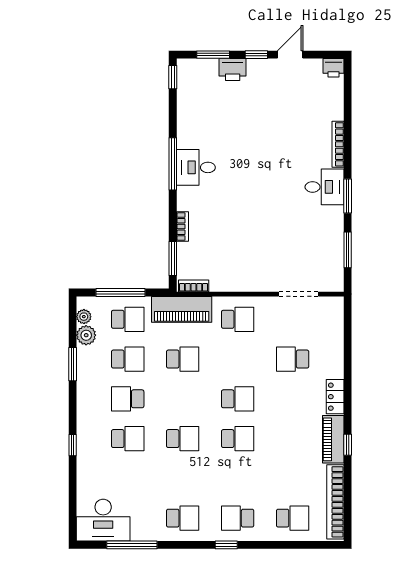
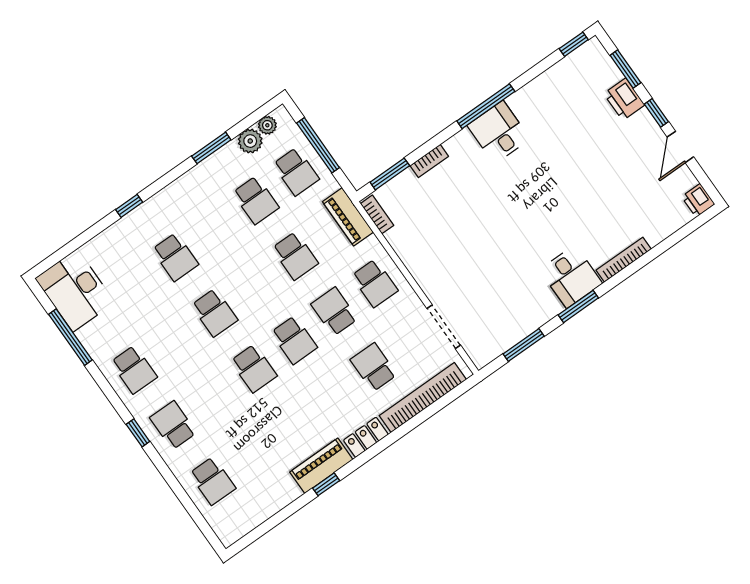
door: (290, 55) -> (680, 147), swing flipped
piano: (182, 309) -> (348, 217), width x0.73, depth x0.75
school desk: (128, 399) -> (334, 312), moved
bookcase: (335, 502) -> (423, 398), moved

